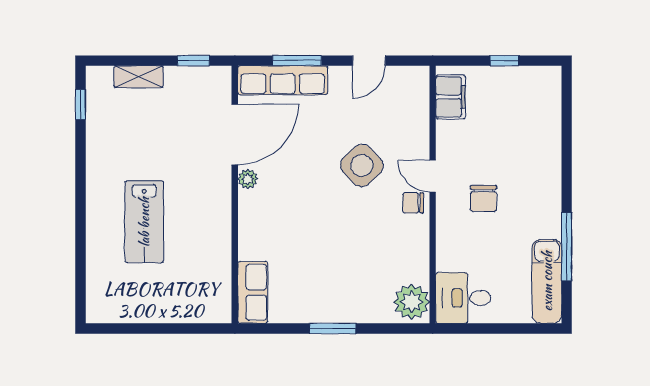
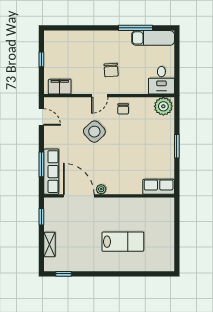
door: (369, 61) -> (41, 117), moved
chair: (483, 198) -> (111, 70), turned 86
chair: (413, 203) -> (123, 109), moved

